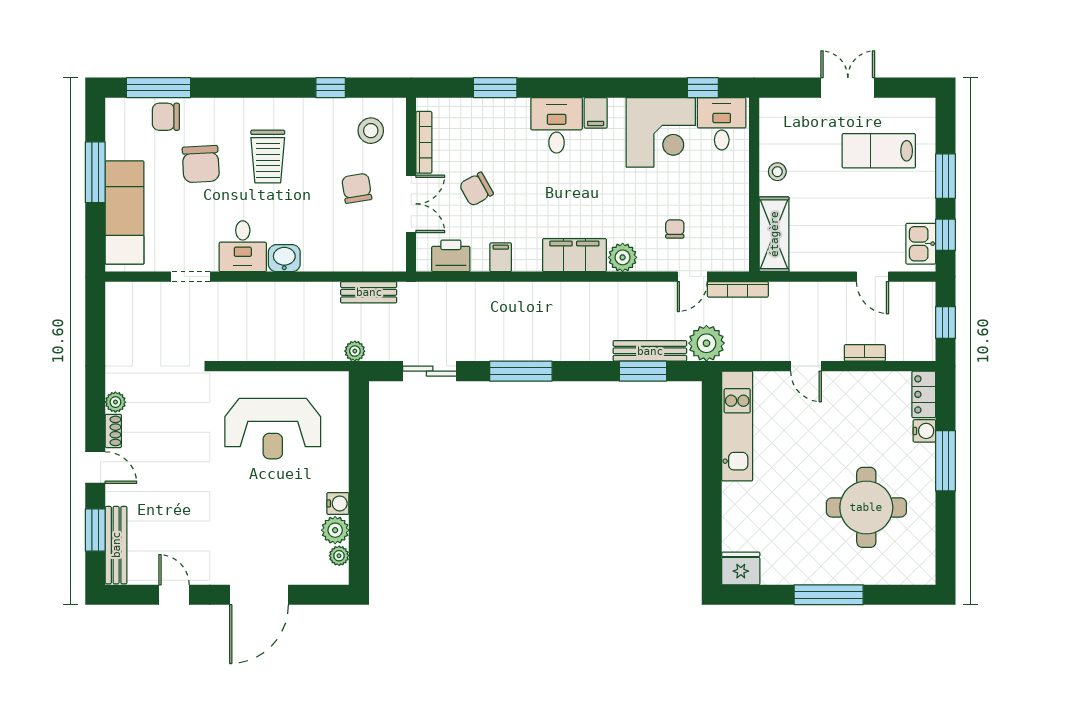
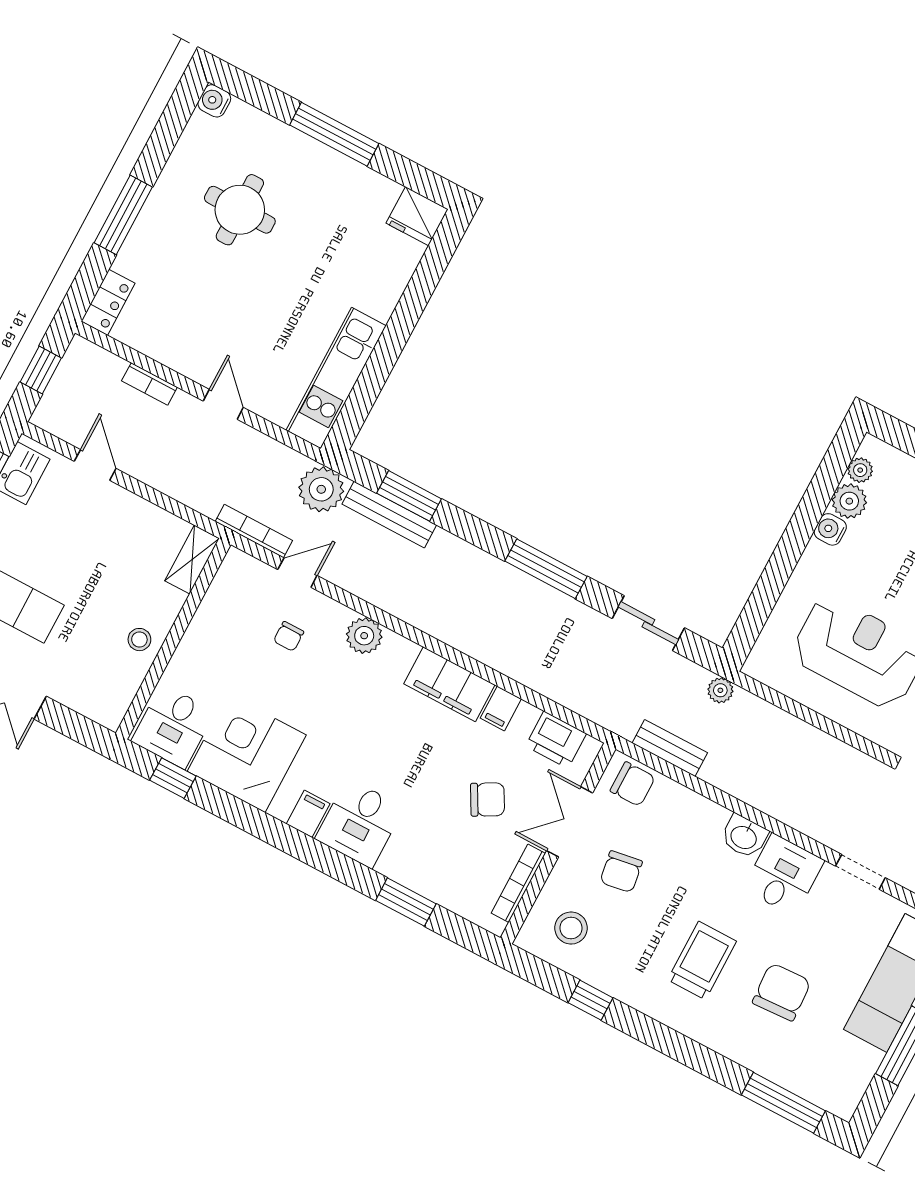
chair: (166, 117) -> (633, 784), moved
shelving: (774, 234) -> (192, 560), width x0.67, depth x0.75
filing cabinet: (574, 255) -> (449, 684), moved
water cooler: (924, 431) -> (214, 101), moved
round table: (866, 507) -> (240, 210), width x0.73, depth x0.73

